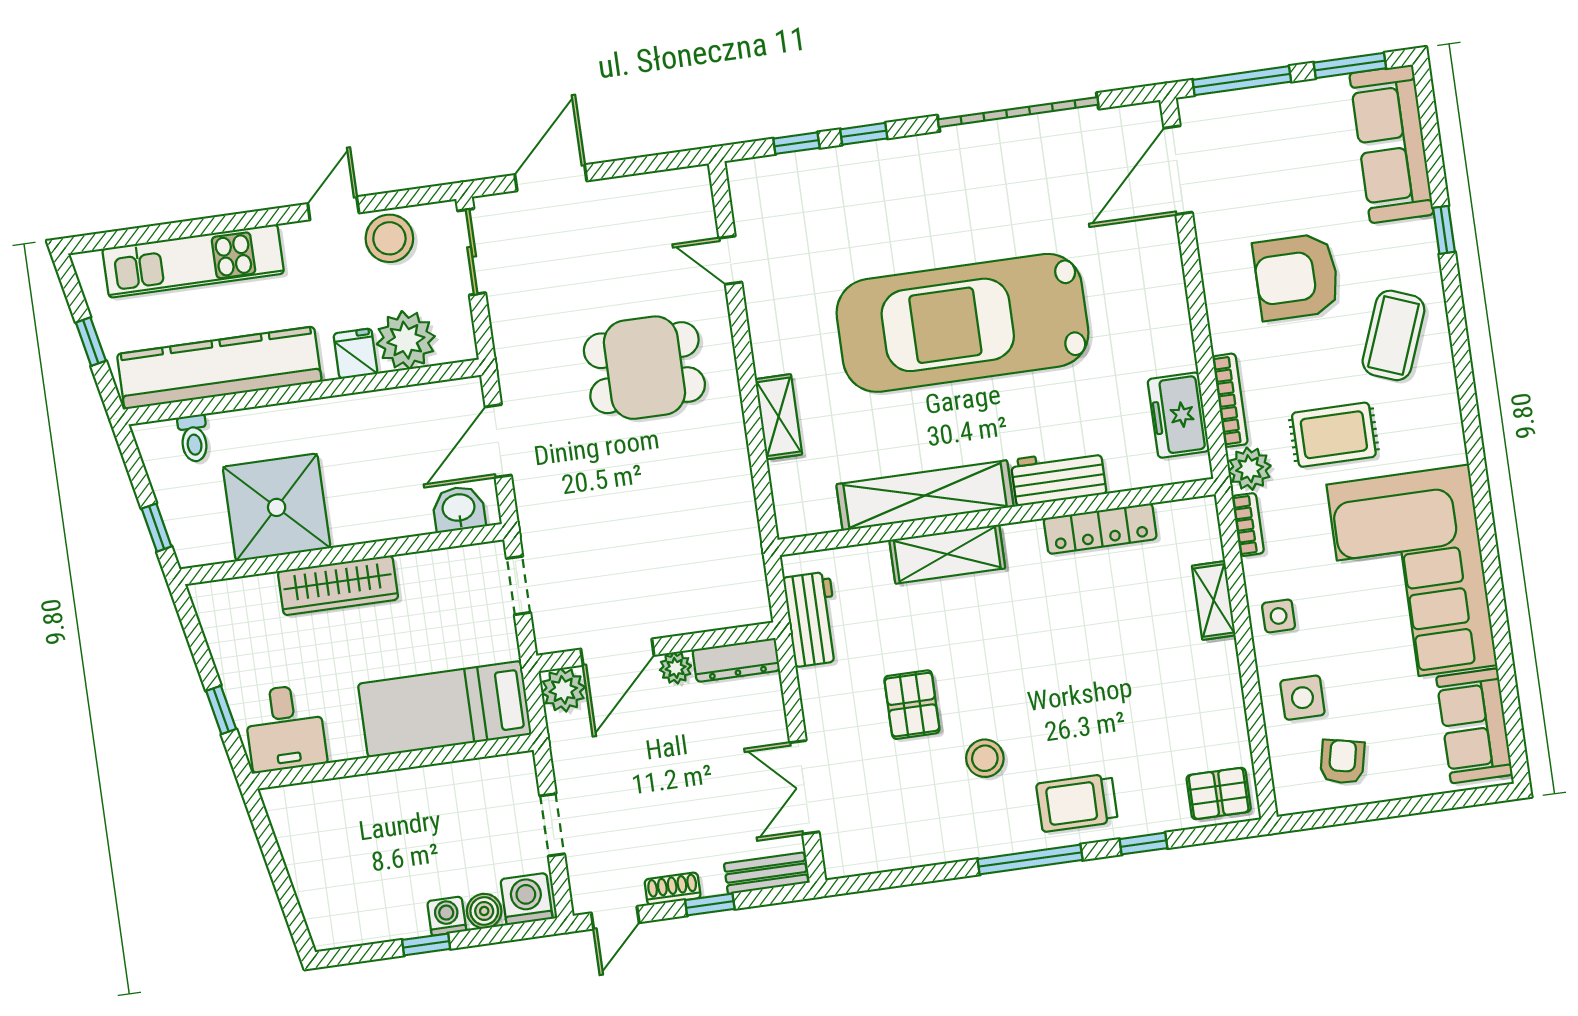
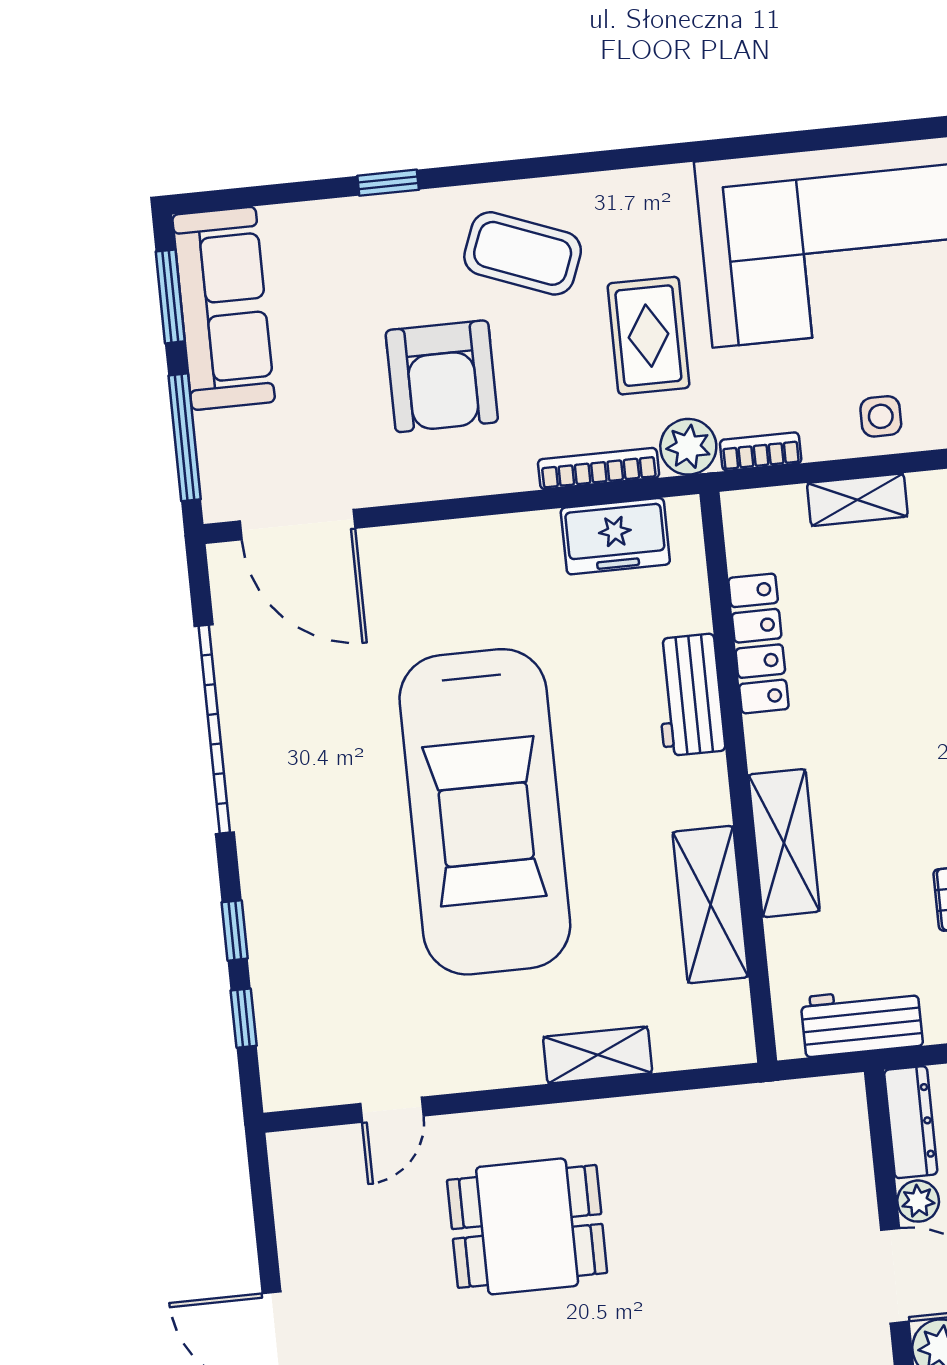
sofa: (1392, 144) -> (224, 308), moved, turned -90
dining table: (644, 368) -> (527, 1226), turned 90
shelving: (925, 495) -> (710, 905), width x0.68

